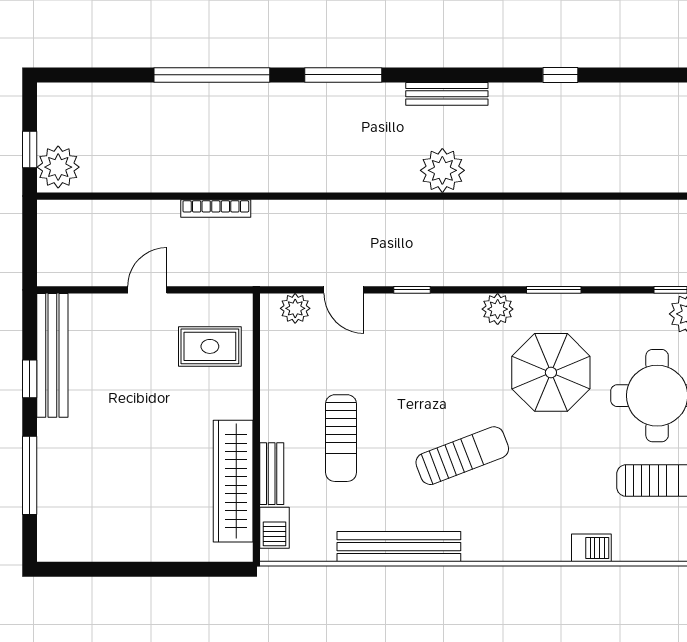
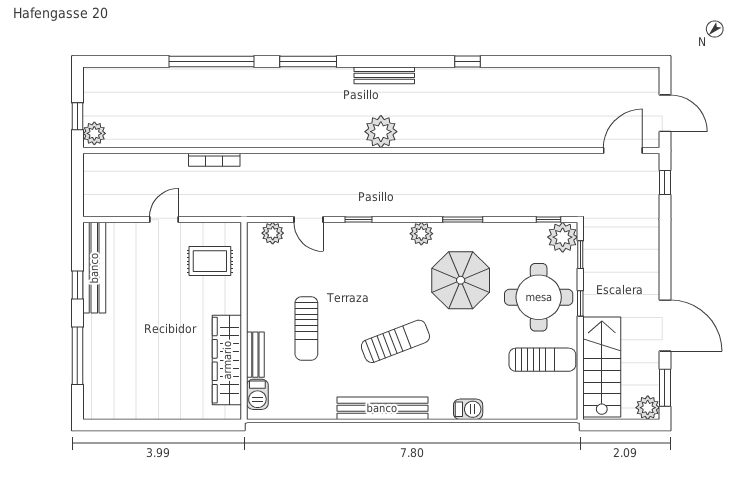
plant: (58, 167) -> (94, 133), width x0.73, depth x0.73
bench: (399, 547) -> (382, 408), moved
barbecue: (591, 548) -> (468, 409), moved

